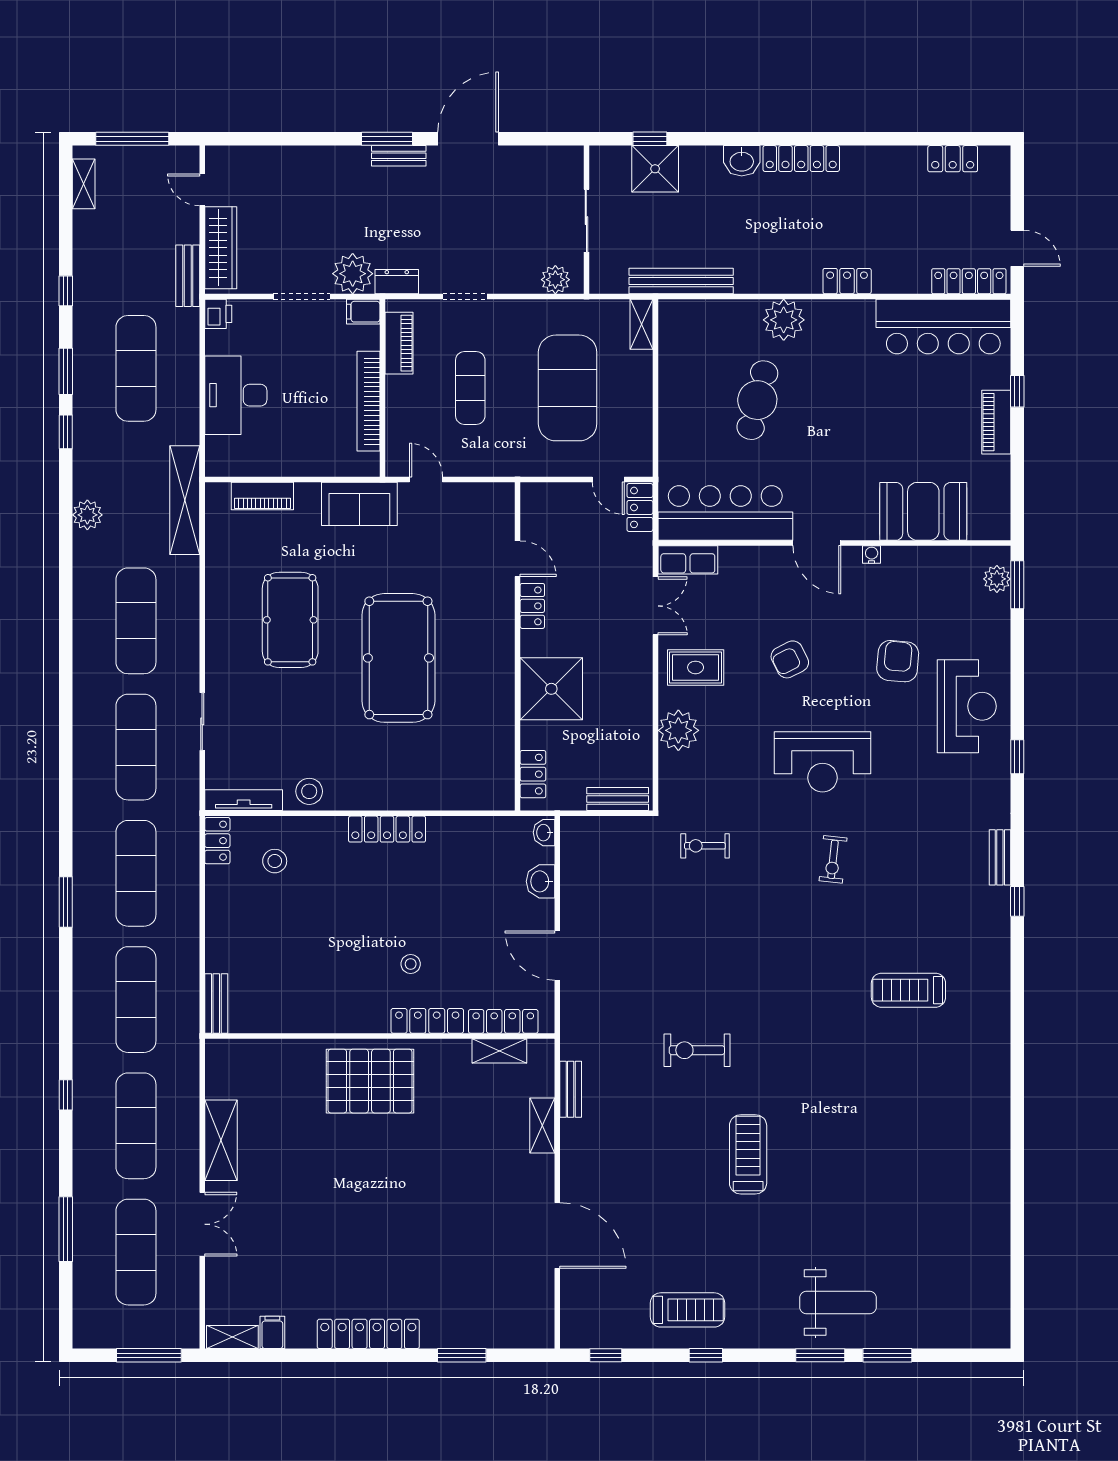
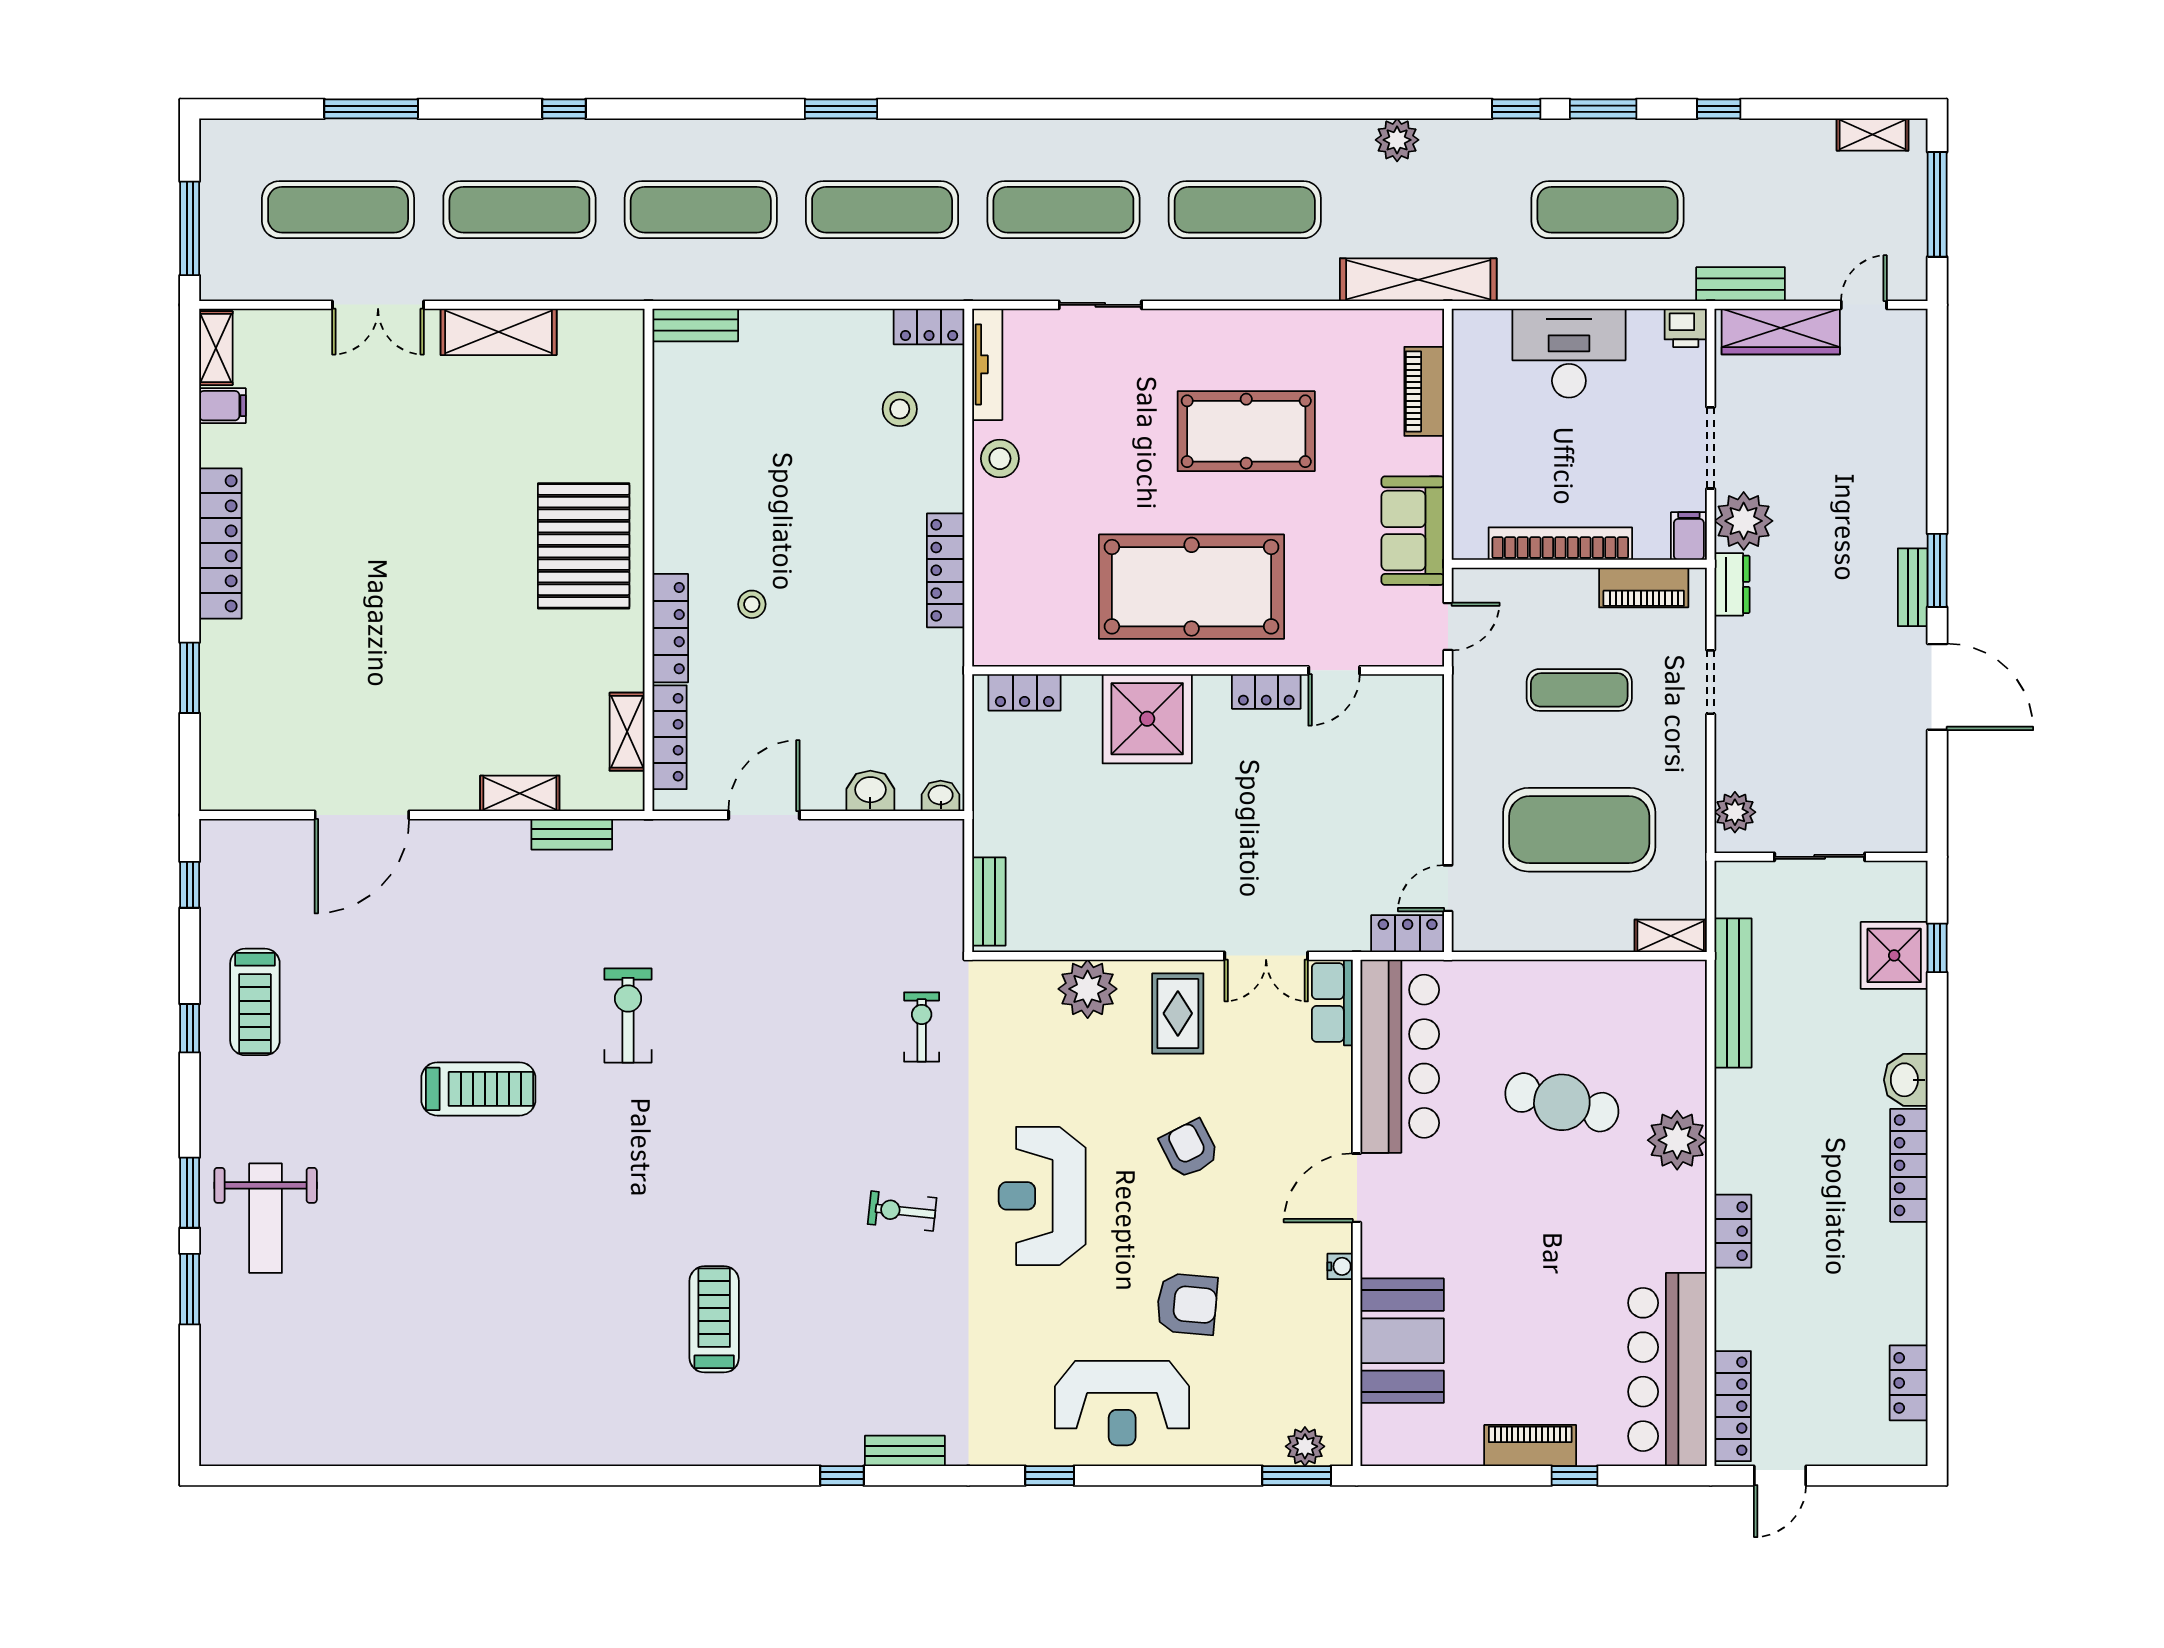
door: (518, 559) -> (1334, 670), moved
locker: (532, 606) -> (1266, 691), moved
wall: (518, 646) -> (1208, 670), moved
shower: (551, 689) -> (1147, 719), moved
locker: (533, 774) -> (1025, 692), moved

